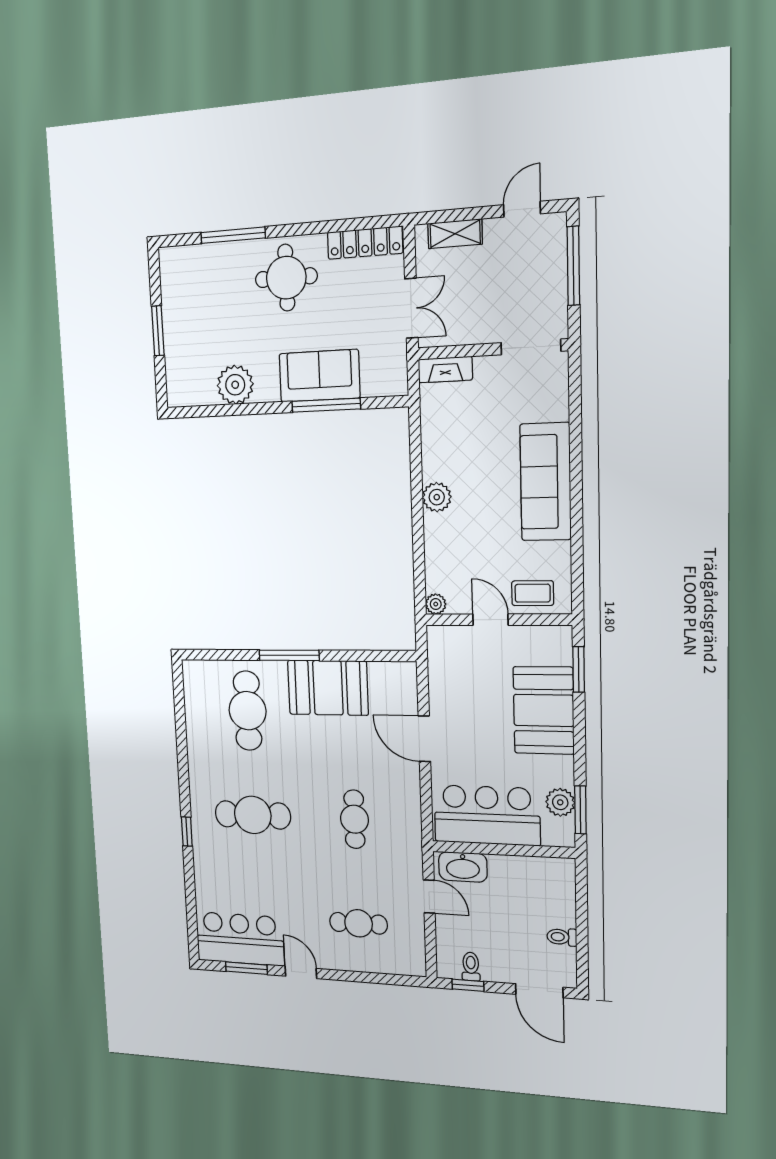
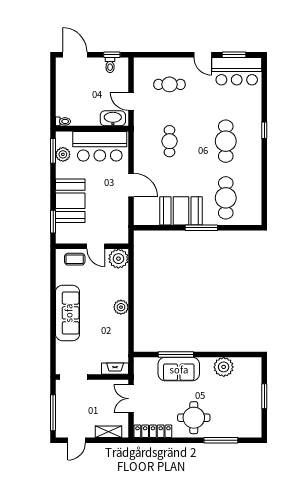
plant: (436, 604) -> (118, 259), width x1.88, depth x1.88
cafe table: (253, 815) -> (226, 141), turned 90
toilet: (562, 937) -> (63, 121), moved

